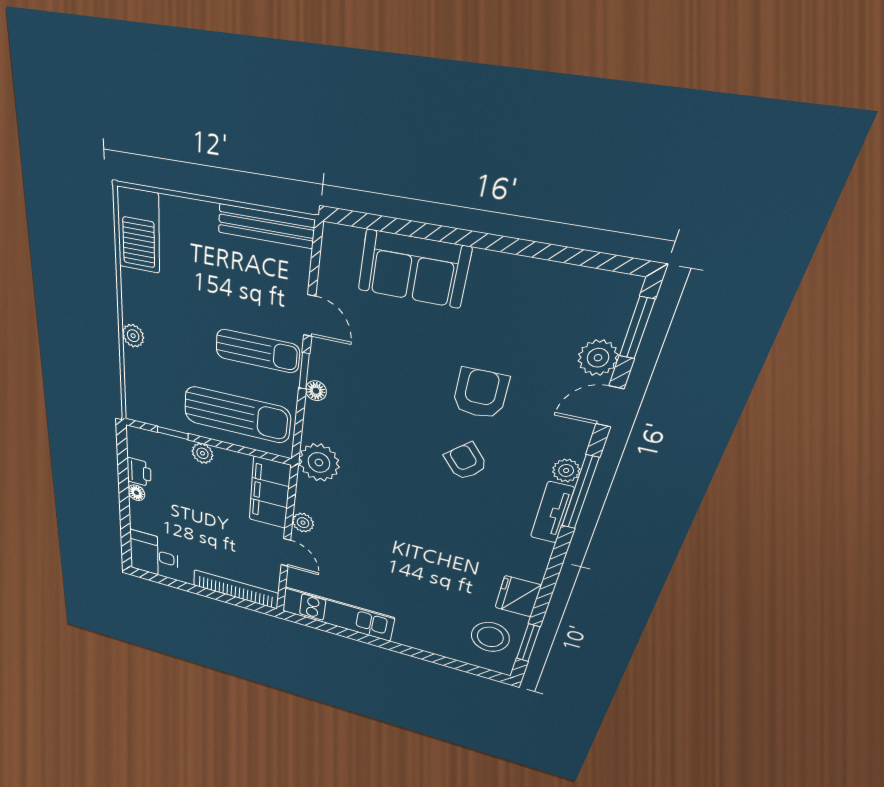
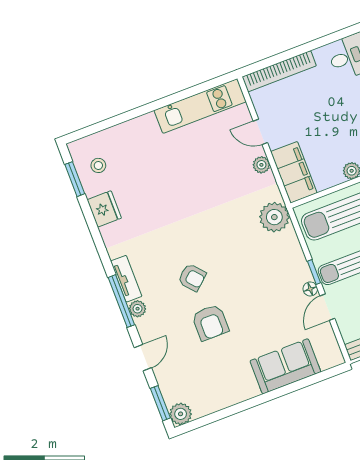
door: (310, 316) -> (327, 307), hinge flipped
plant: (598, 358) -> (181, 414), moved
floor lamp: (316, 391) -> (310, 289), moved
stool: (490, 637) -> (98, 165), width x0.53, depth x0.53

